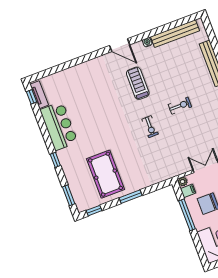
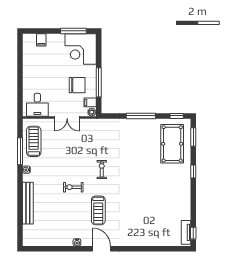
bench: (175, 34) -> (51, 241), removed
exercise bike: (180, 106) -> (73, 187), moved
bar counter: (59, 126) -> (179, 199), removed
pool table: (106, 174) -> (172, 144), moved
window: (131, 197) -> (141, 116), width x1.44

